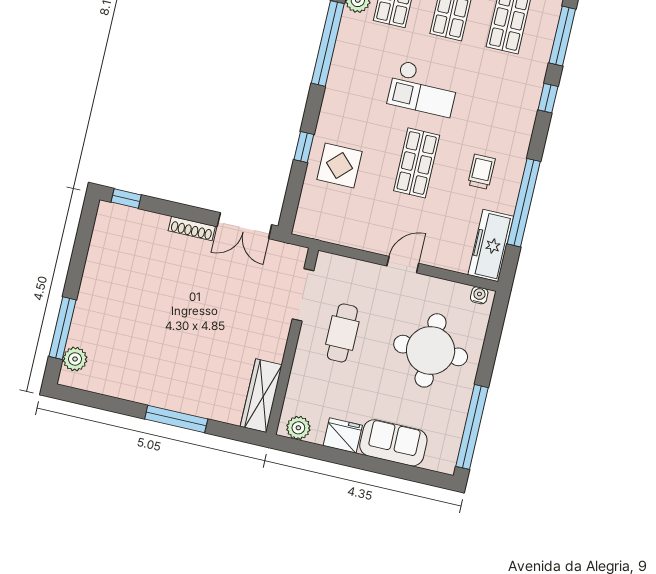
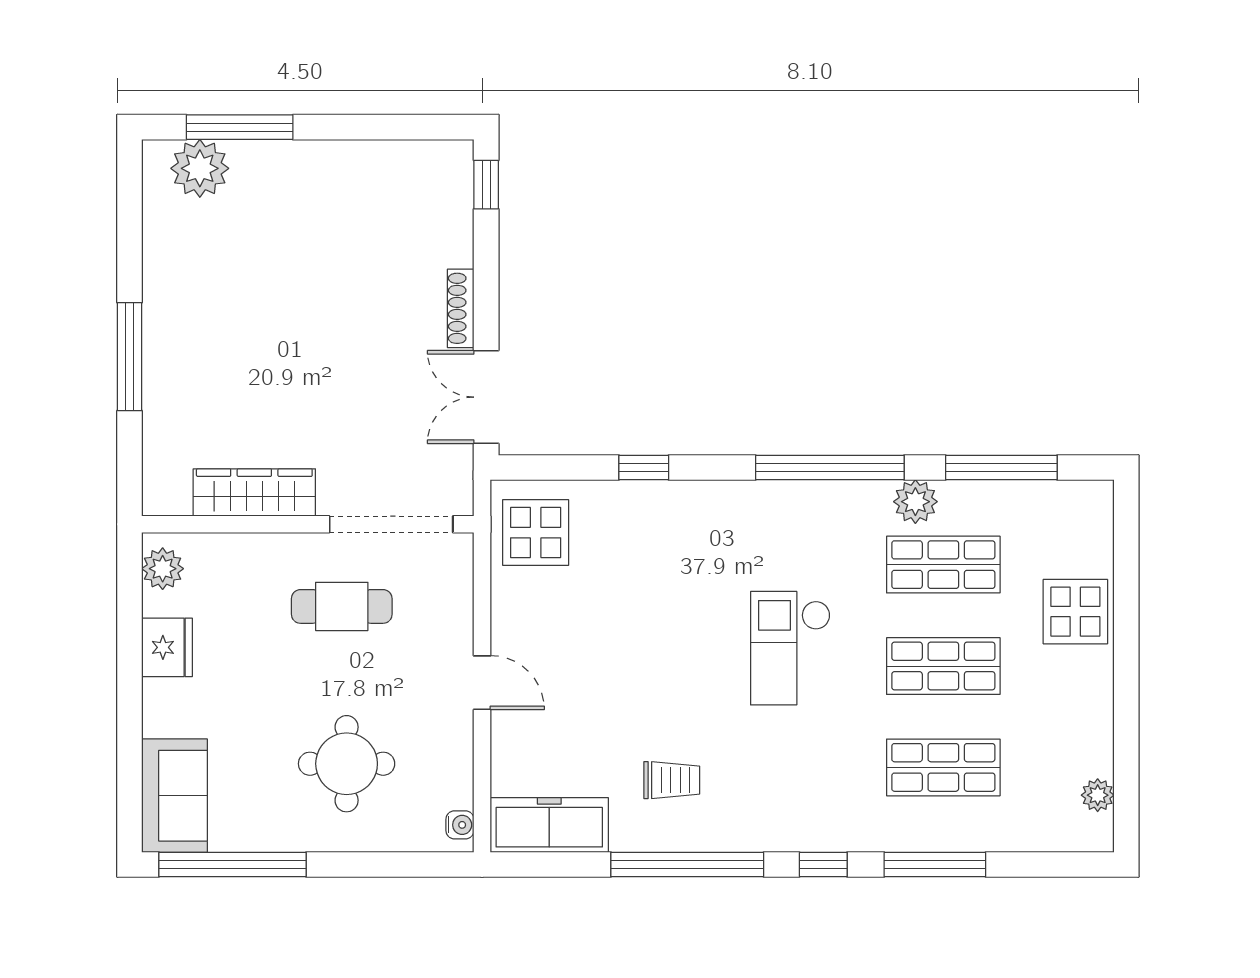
shop shelf: (417, 163) -> (661, 666), removed
display table: (340, 166) -> (536, 533), moved
window: (524, 203) -> (687, 865), moved
doorway: (303, 295) -> (391, 524), width x1.36
round table: (431, 350) -> (347, 764), width x0.73, depth x0.73
plant: (75, 359) -> (200, 168), width x1.36, depth x1.36
wardrobe: (261, 396) -> (254, 492), moved
sofa: (393, 443) -> (174, 796), moved

